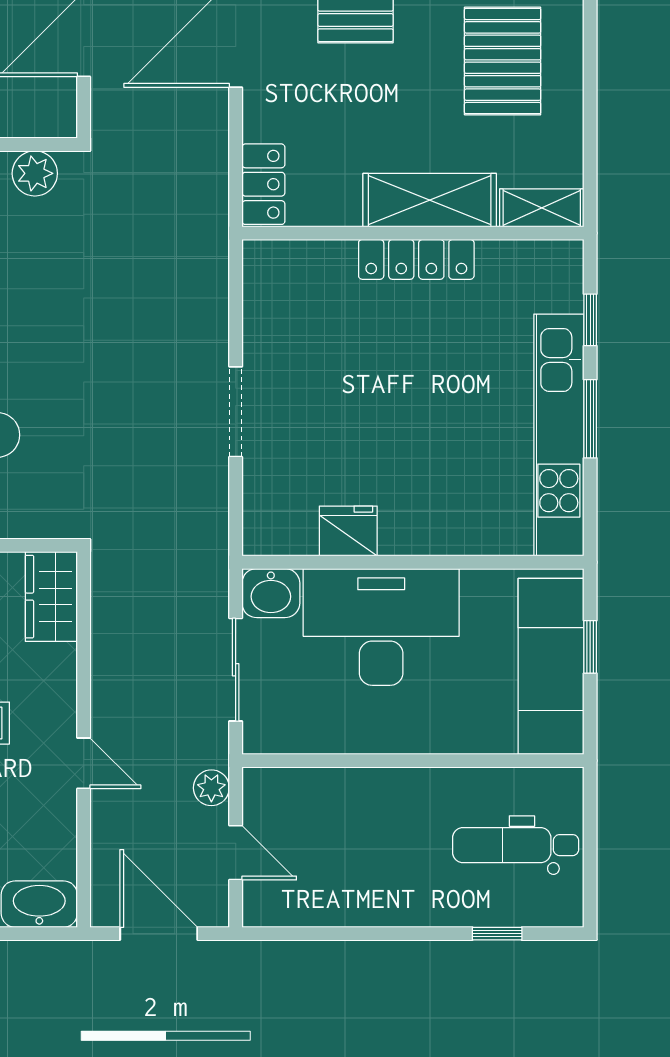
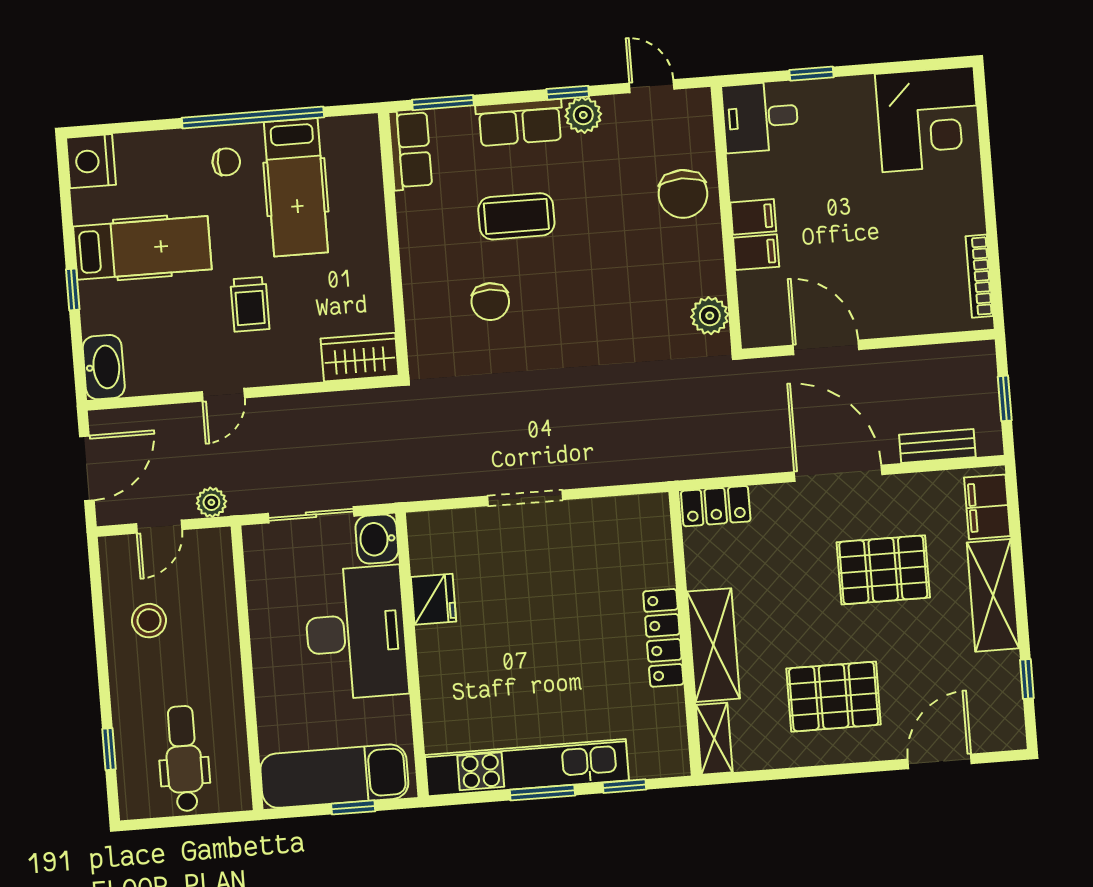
stool: (347, 874) -> (149, 621), added

